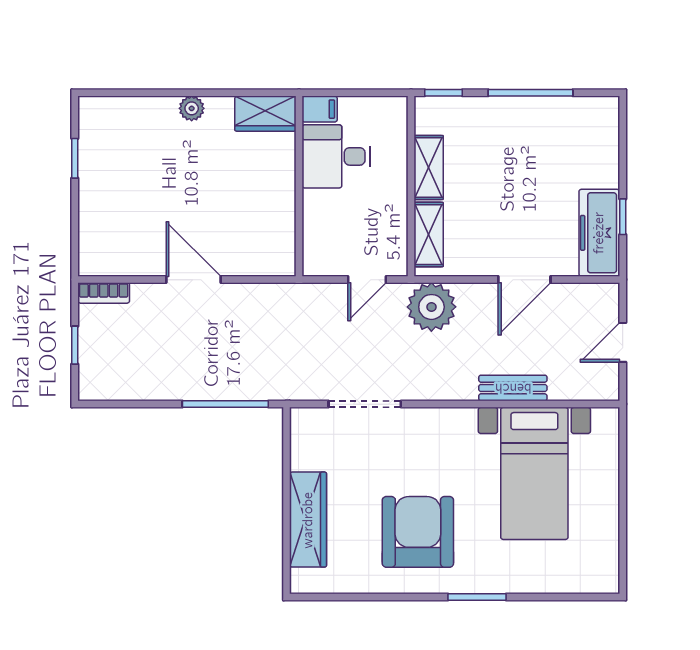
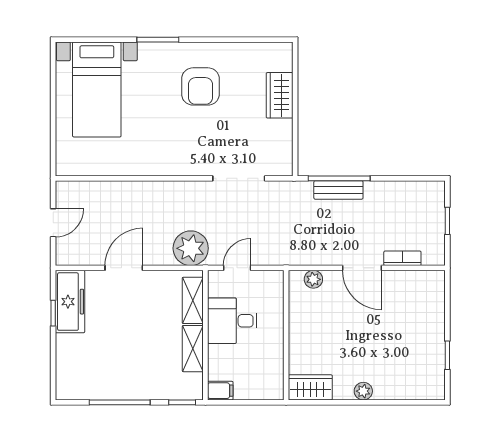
filing cabinet: (320, 109) -> (220, 391), moved, turned 180
desk: (336, 156) -> (232, 321), moved, turned 180
plant: (261, 264) -> (313, 279), added
bookcase: (104, 293) -> (402, 258), moved
bench: (513, 388) -> (338, 190), moved
bed with nightstands: (534, 473) -> (97, 89), moved, turned 180
wardrobe: (308, 520) -> (280, 95), width x0.67
armchair: (418, 532) -> (200, 86), width x0.73, depth x0.73

